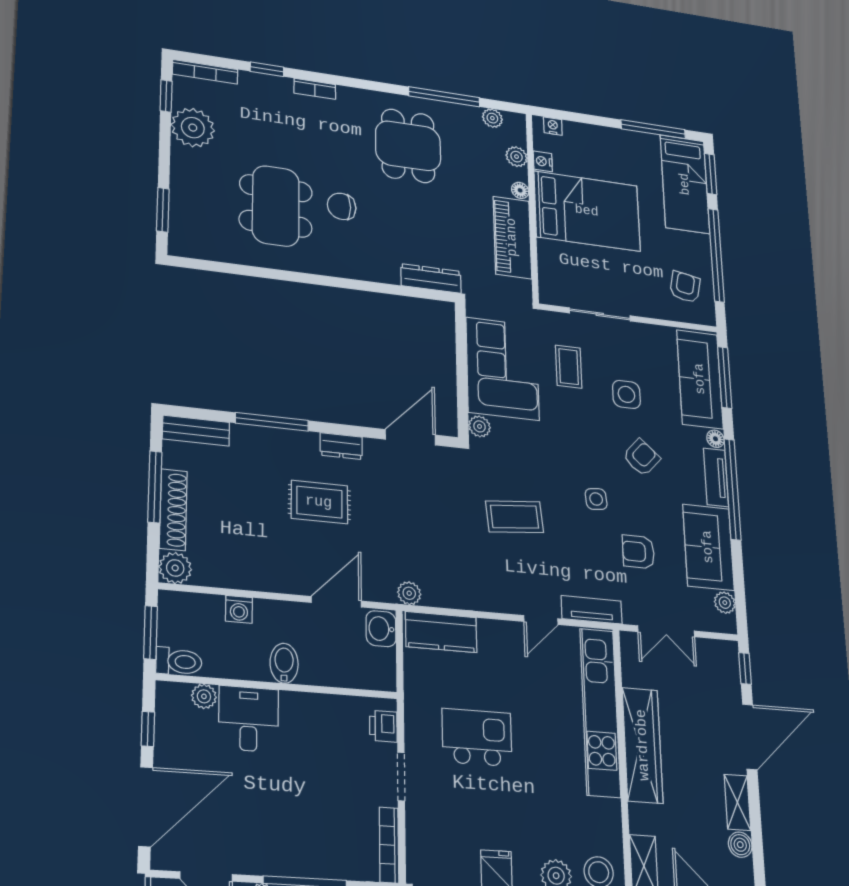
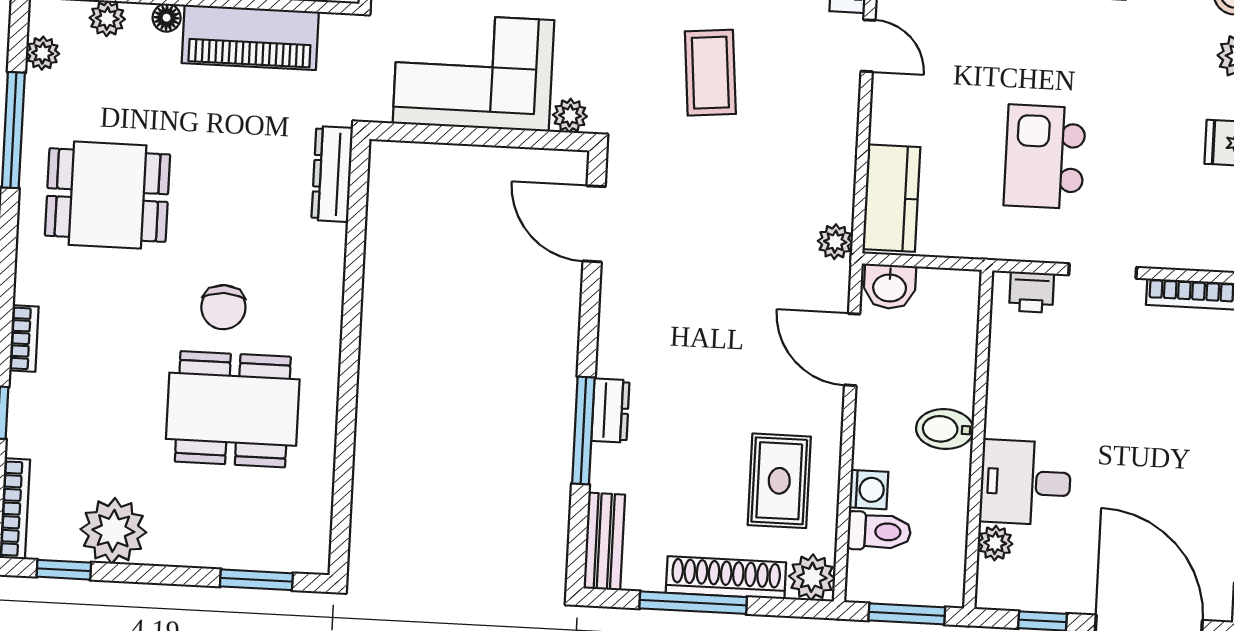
dresser: (341, 446) -> (610, 411), moved
rug: (319, 502) -> (779, 481), moved
toilet: (179, 662) -> (879, 531), moved, turned 90

